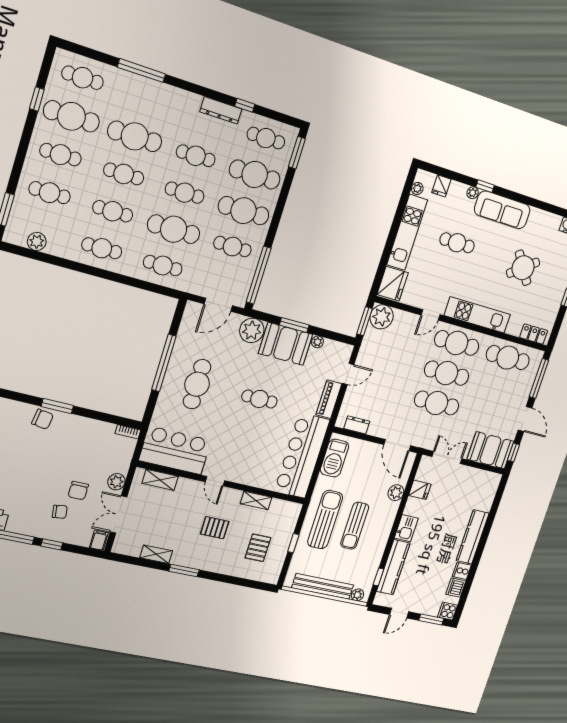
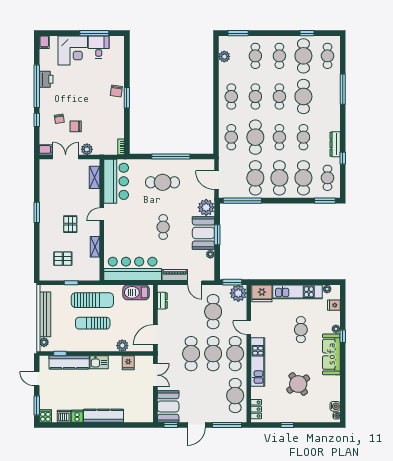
cafe table: (233, 247) -> (255, 178), width x1.37, depth x1.35
cafe table: (394, 359) -> (213, 312), added
shelving: (156, 554) -> (44, 190), removed

